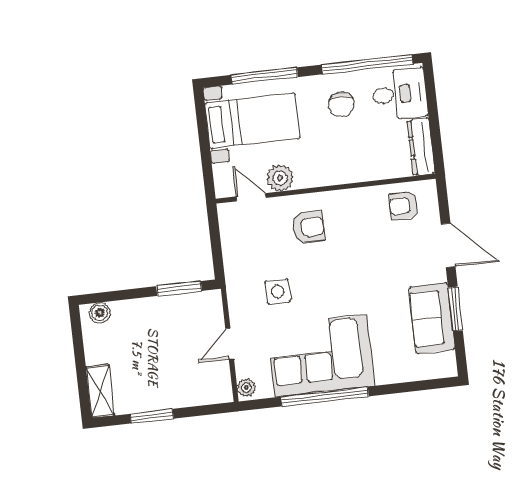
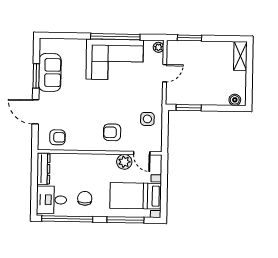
side table: (278, 292) -> (147, 119), moved
window: (152, 416) -> (190, 38), moved

